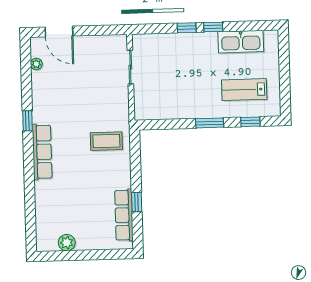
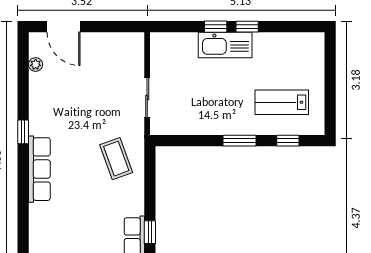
kitchen sink: (241, 42) -> (225, 45), moved
sliding door: (130, 67) -> (147, 98), moved
coffee table: (106, 141) -> (116, 159), turned 70

